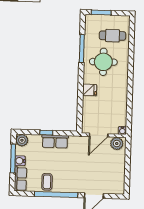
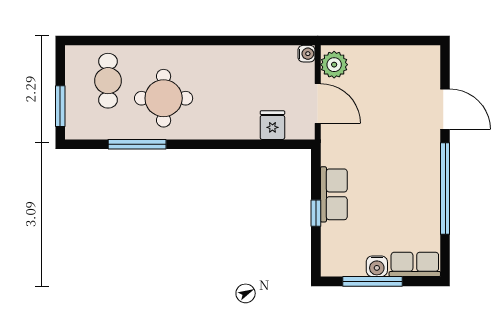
fridge: (90, 90) -> (272, 125), moved
plant: (22, 140) -> (333, 264), removed
coffee table: (47, 182) -> (419, 209), removed

